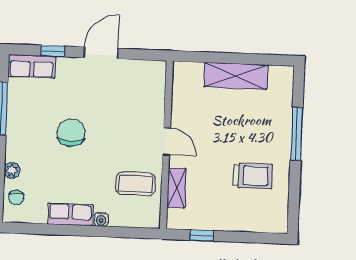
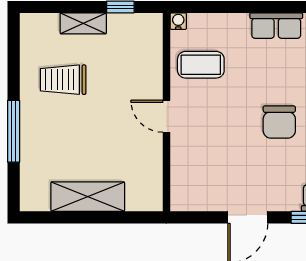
shelving: (176, 188) -> (83, 23), moved, turned 90
water cooler: (101, 219) -> (178, 21), moved

